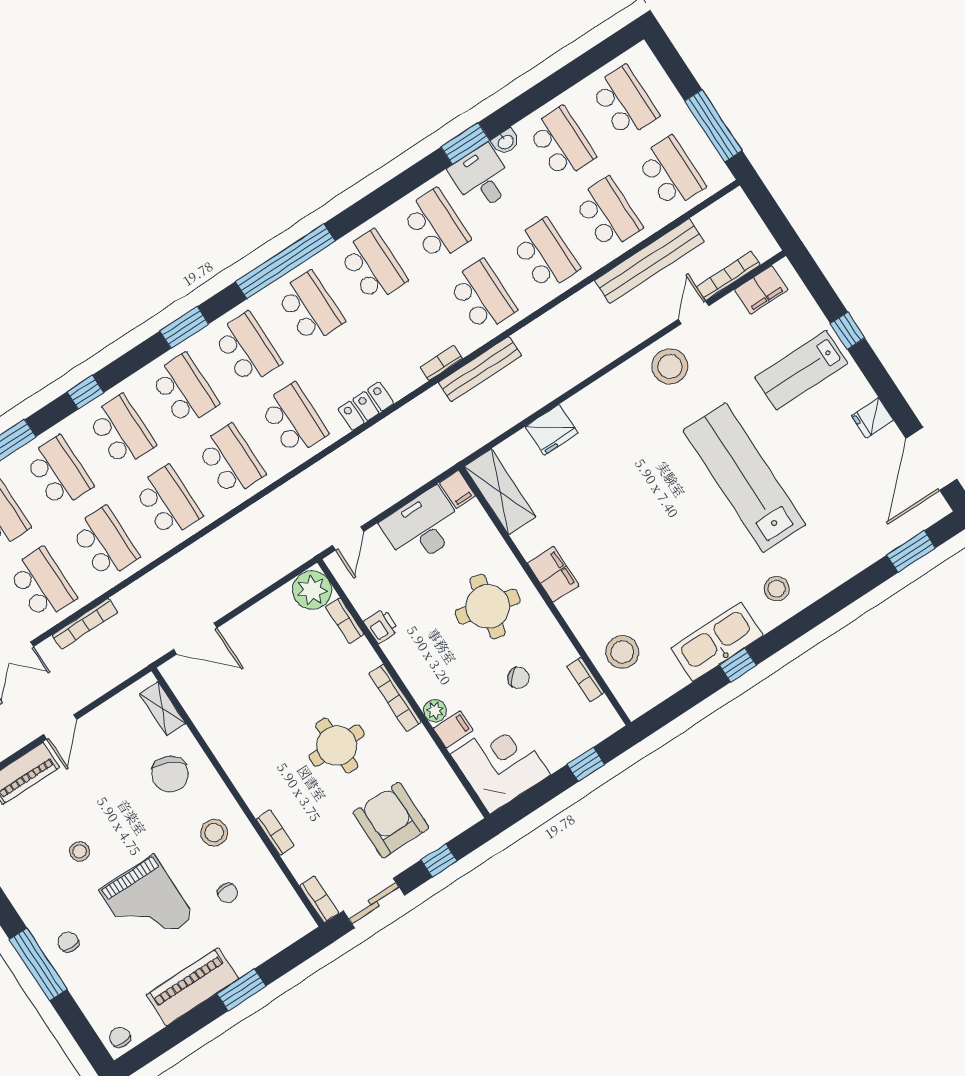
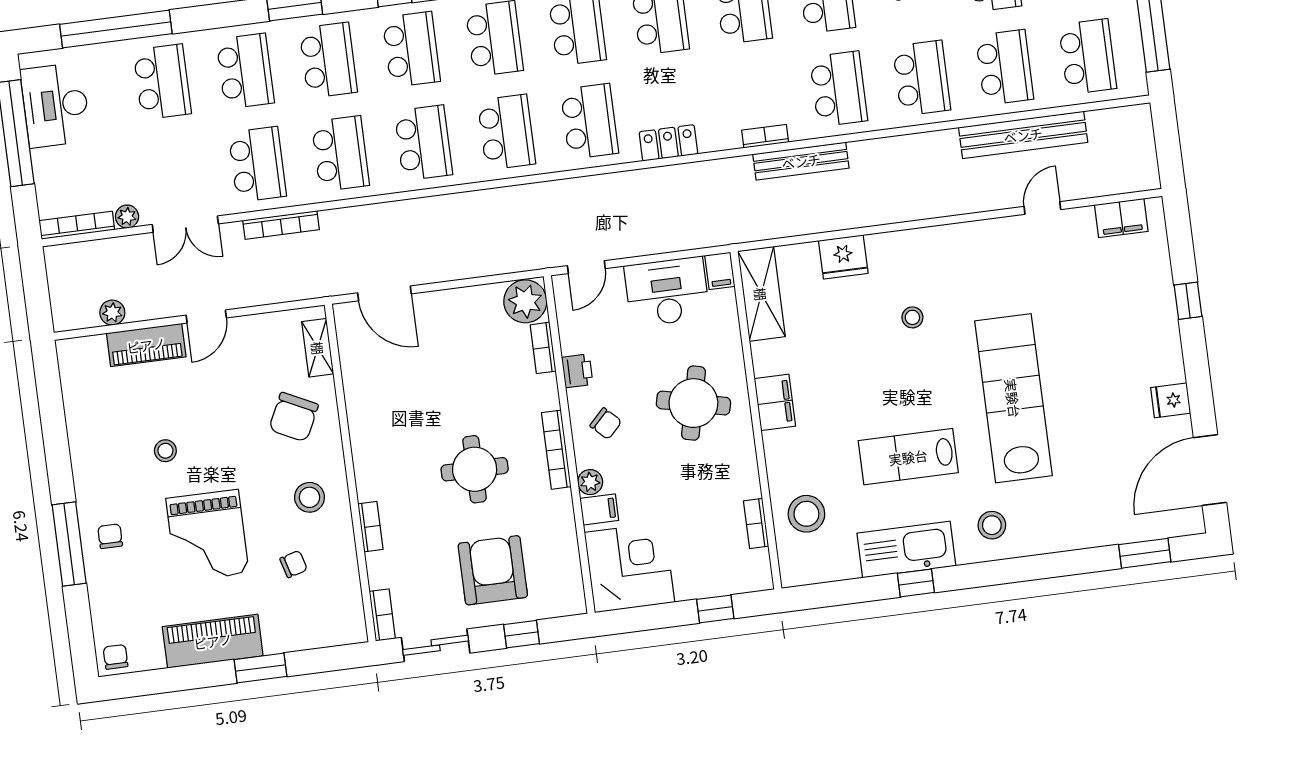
bookcase: (728, 276) -> (1095, 188), removed
stool: (670, 366) -> (912, 317), moved, width x0.53, depth x0.53
lab bench: (801, 370) -> (908, 457), moved
chair: (519, 678) -> (606, 424), moved
chair: (227, 893) -> (294, 564), turned -106

